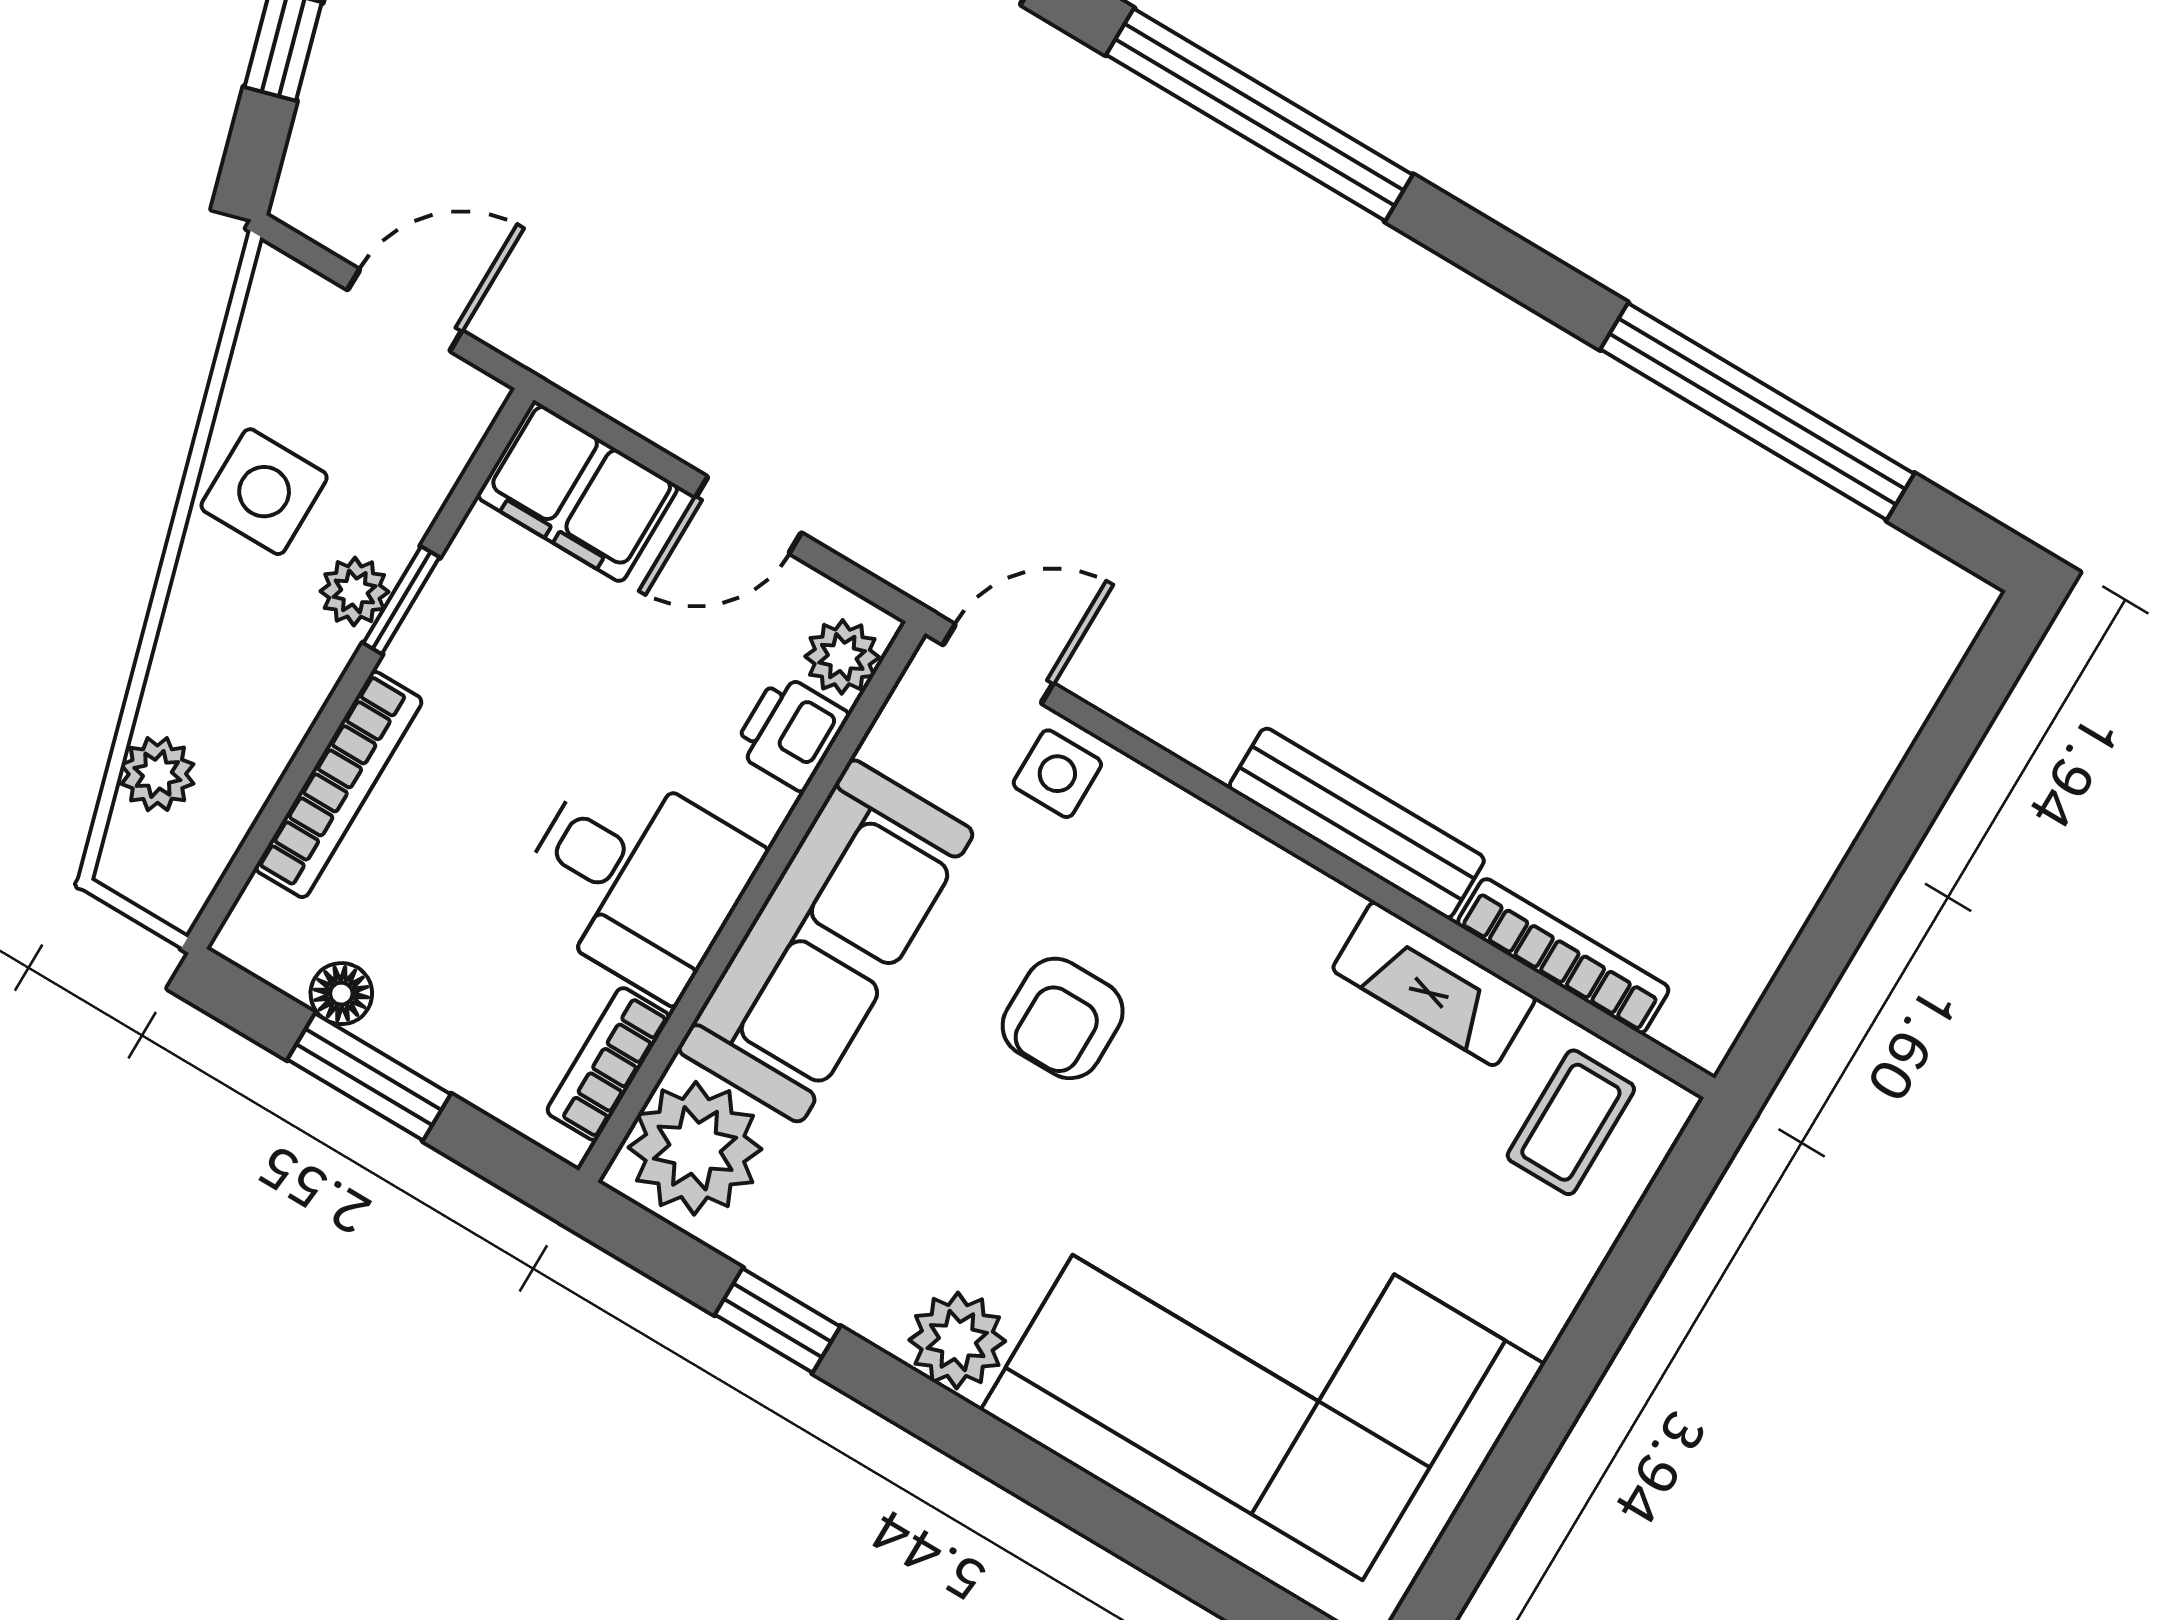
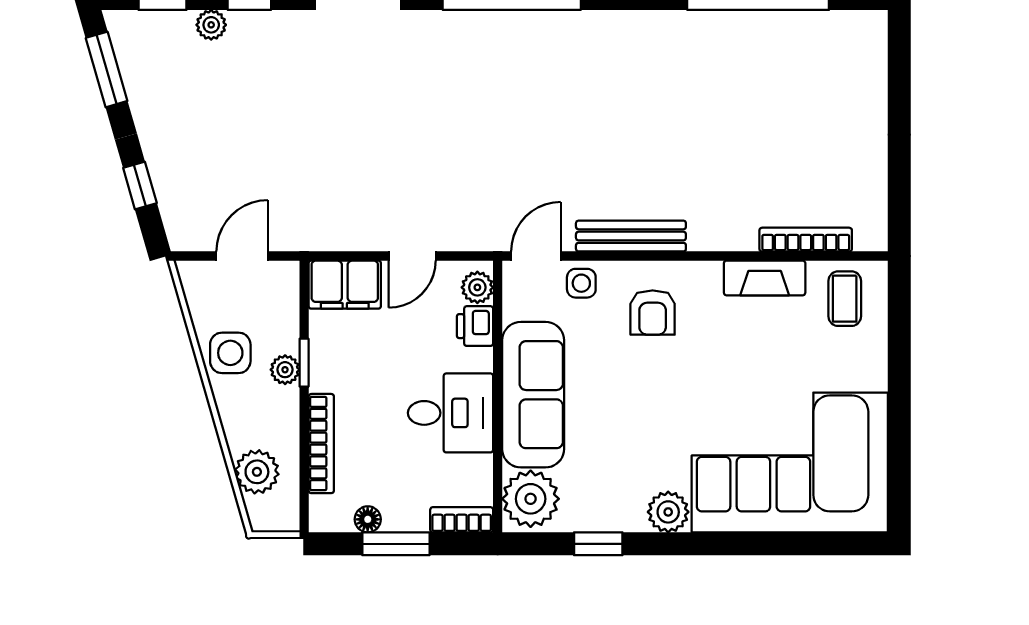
plant: (157, 774) -> (257, 472), width x1.38, depth x1.38
bench: (1357, 823) -> (631, 236), moved
armchair: (1063, 1018) -> (653, 312), moved
bookcase: (608, 1064) -> (462, 520), moved, turned 90

